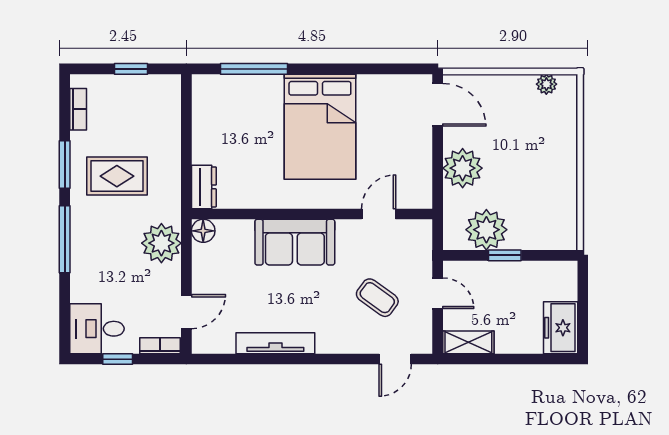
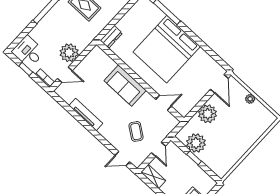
plant: (546, 84) -> (250, 99), moved
bed: (320, 127) -> (167, 49), width x1.36
floor lamp: (203, 231) -> (97, 52), removed
plant: (161, 243) -> (69, 53), moved

